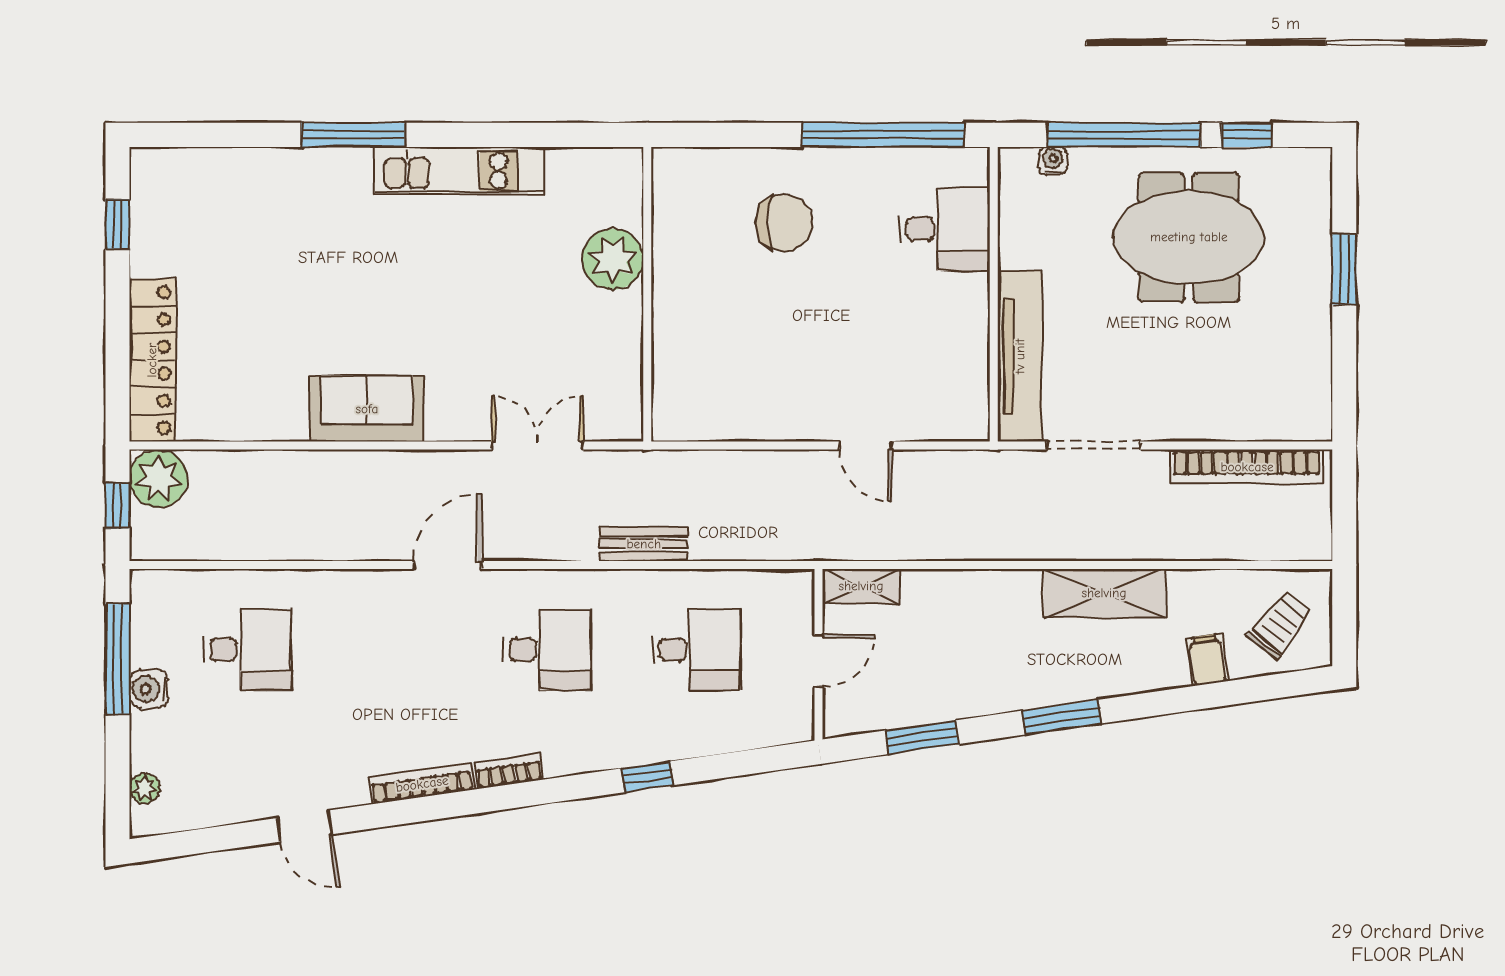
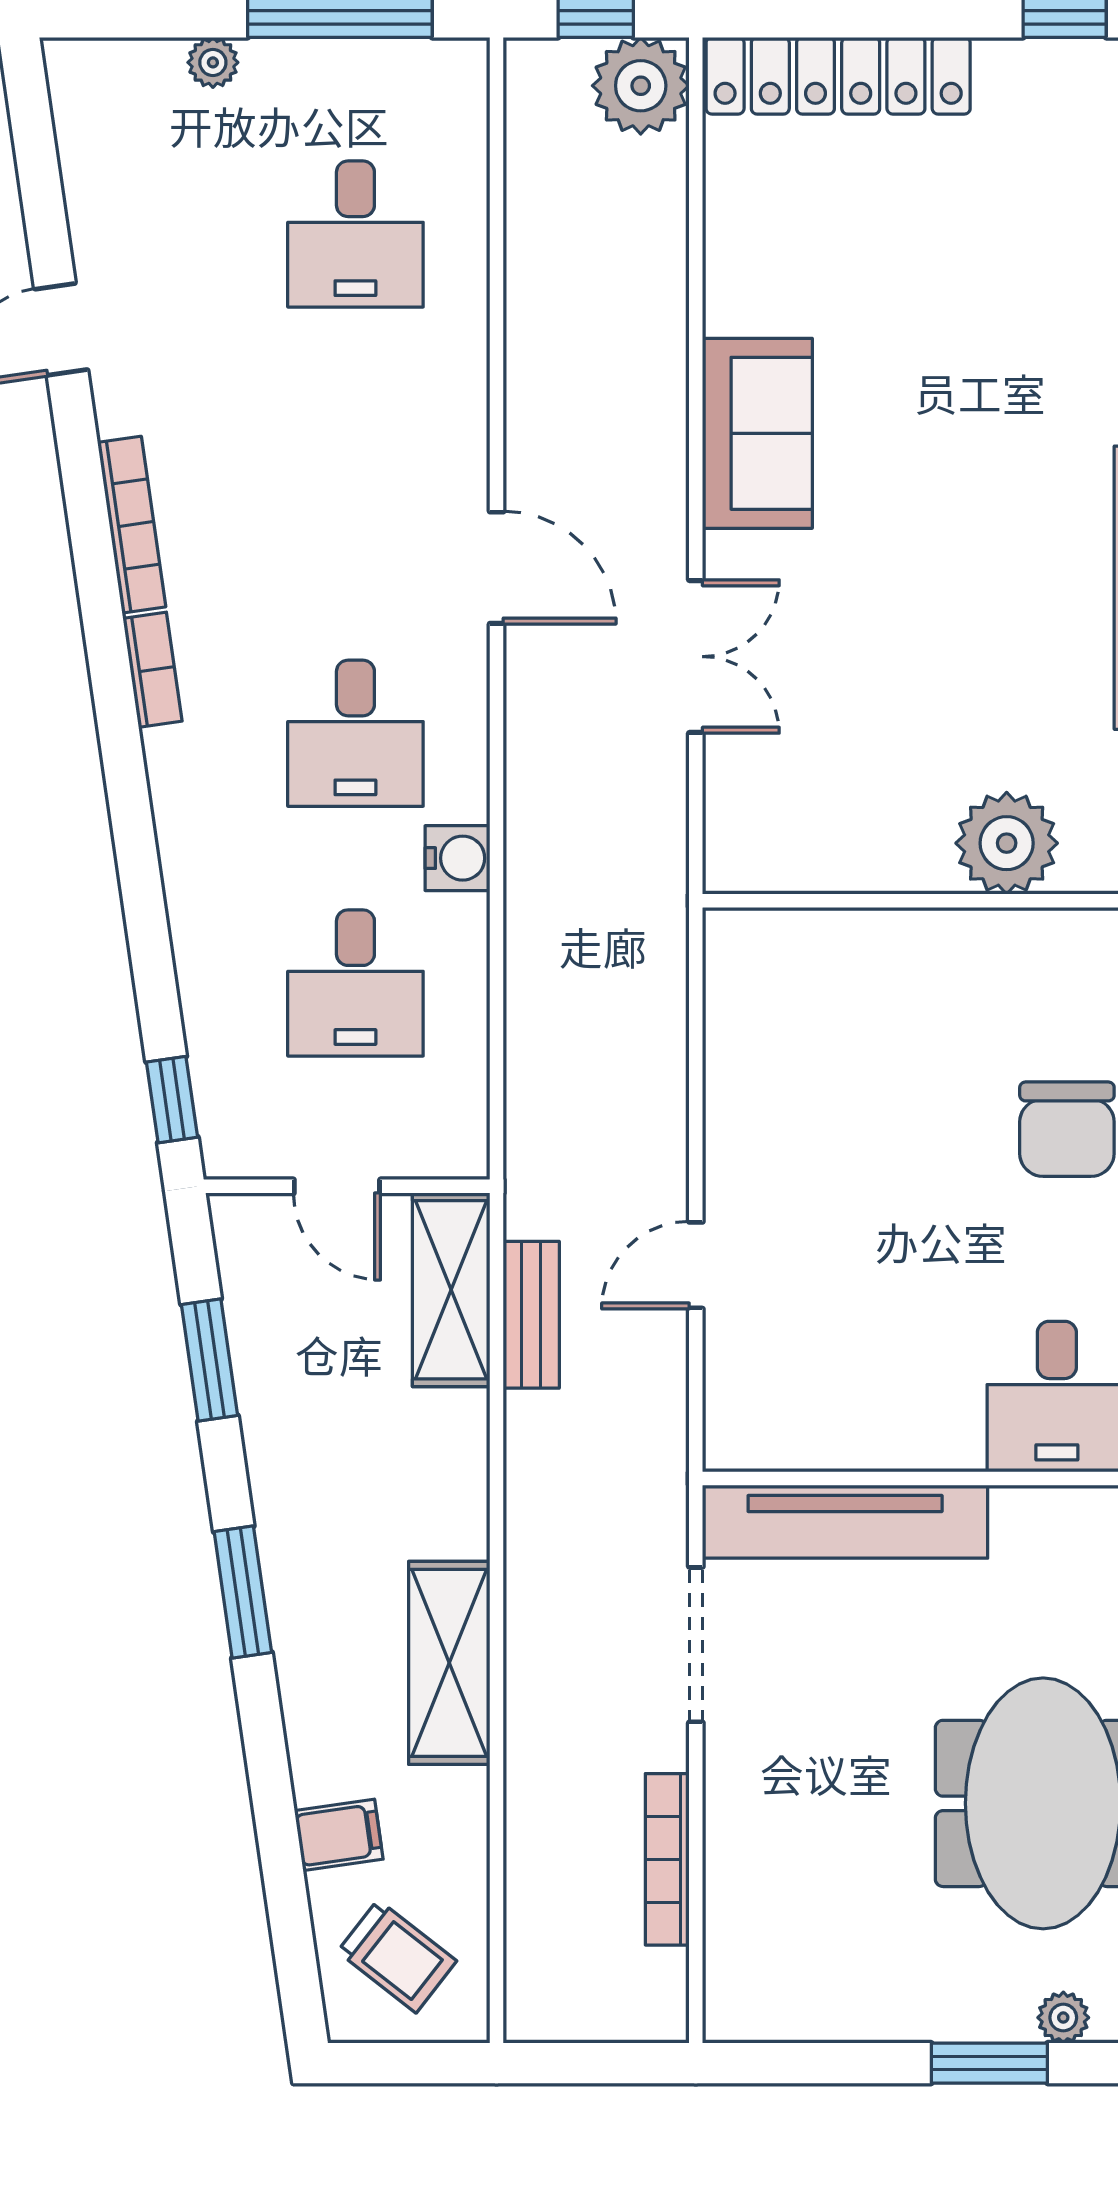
plant: (1317, 225) -> (1063, 2018), added
double door: (537, 446) -> (696, 657), moved
bookcase: (1247, 467) -> (667, 1859), width x0.68, depth x0.76
bench: (644, 544) -> (531, 1315), moved
shelving: (861, 586) -> (451, 1290), width x1.50, depth x1.33
water cooler: (149, 689) -> (457, 858), moved, turned 90
window: (647, 777) -> (172, 1100), moved
plant: (145, 788) -> (213, 62), moved

